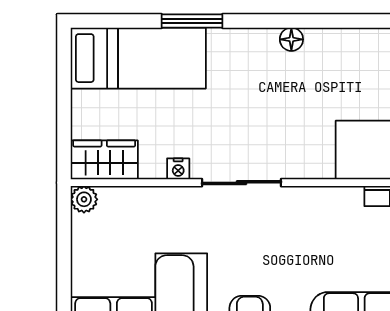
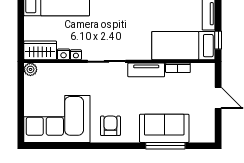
nightstand: (152, 168) -> (64, 54), added
tv unit: (324, 200) -> (146, 70), added

